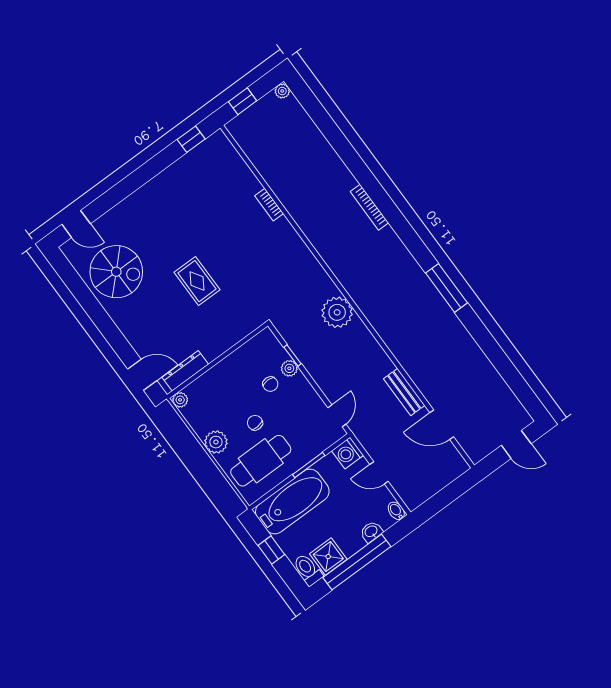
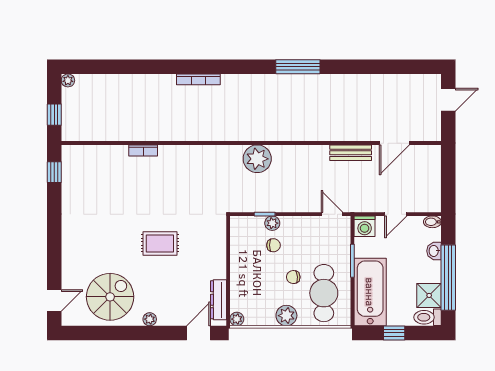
plant: (122, 322) -> (150, 319), added

